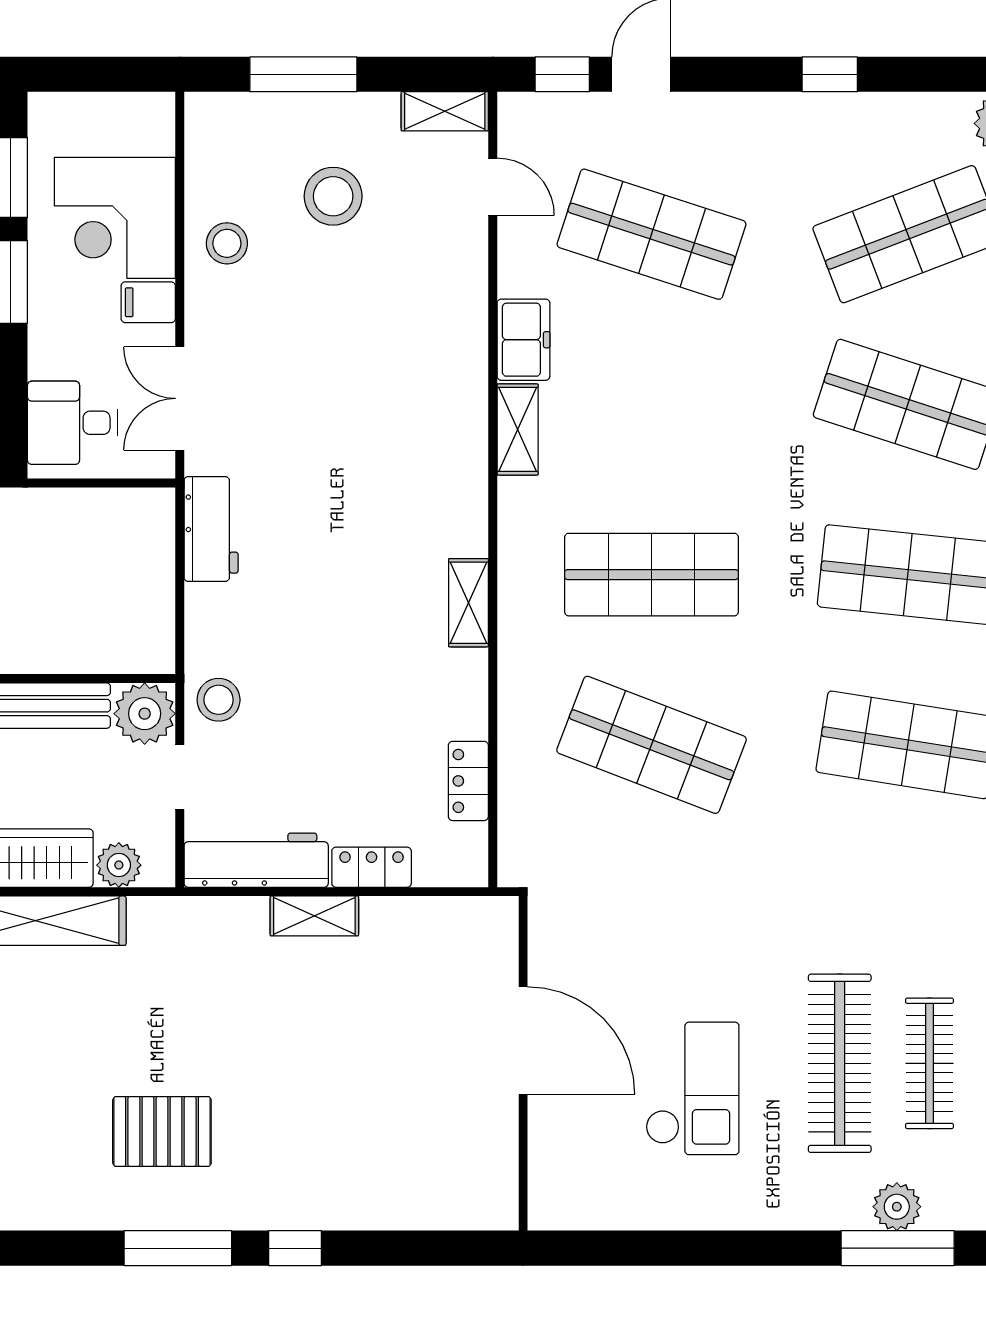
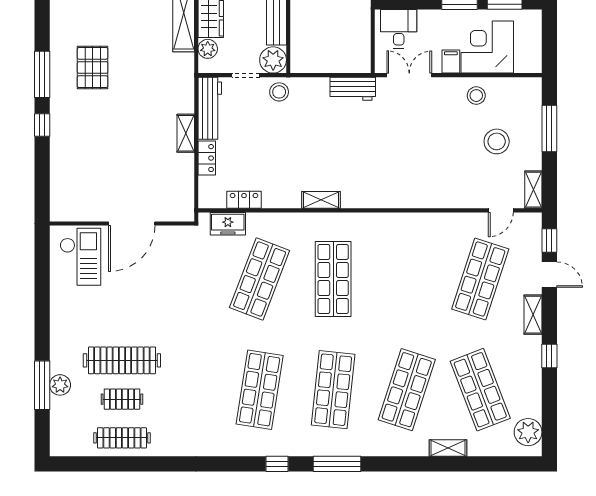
freezer: (523, 340) -> (228, 224), moved
shelving: (518, 429) -> (533, 315), moved, turned 90
clothes rail: (929, 1063) -> (122, 399), width x0.73
checkout: (692, 1088) -> (80, 257), moved, turned -90

